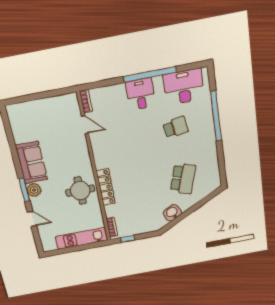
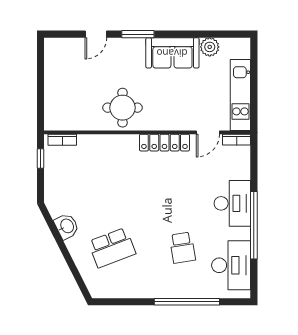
desk: (141, 94) -> (232, 203), width x1.37
school desk: (183, 179) -> (112, 248), turned -39
locker: (106, 187) -> (164, 143), moved
plant: (34, 190) -> (210, 47), moved
kitchen unit: (82, 238) -> (240, 95), moved, turned 180

